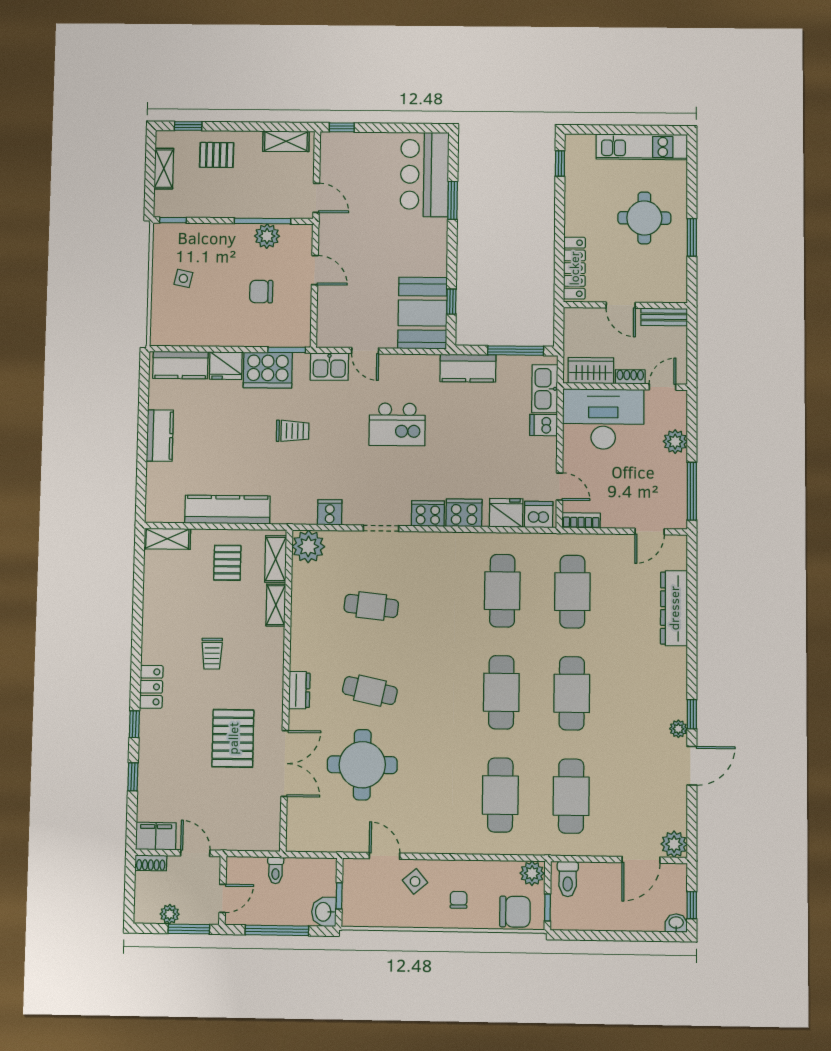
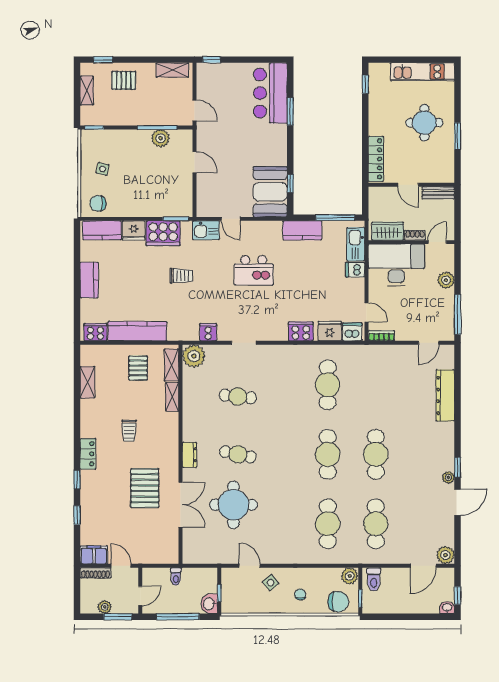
chair: (261, 292) -> (98, 203), moved
cooker: (428, 514) -> (95, 332), moved
shelving: (167, 539) -> (87, 382), moved, turned 90
cafe table: (572, 592) -> (376, 385), removed
shoe rack: (151, 863) -> (96, 573), width x1.43

